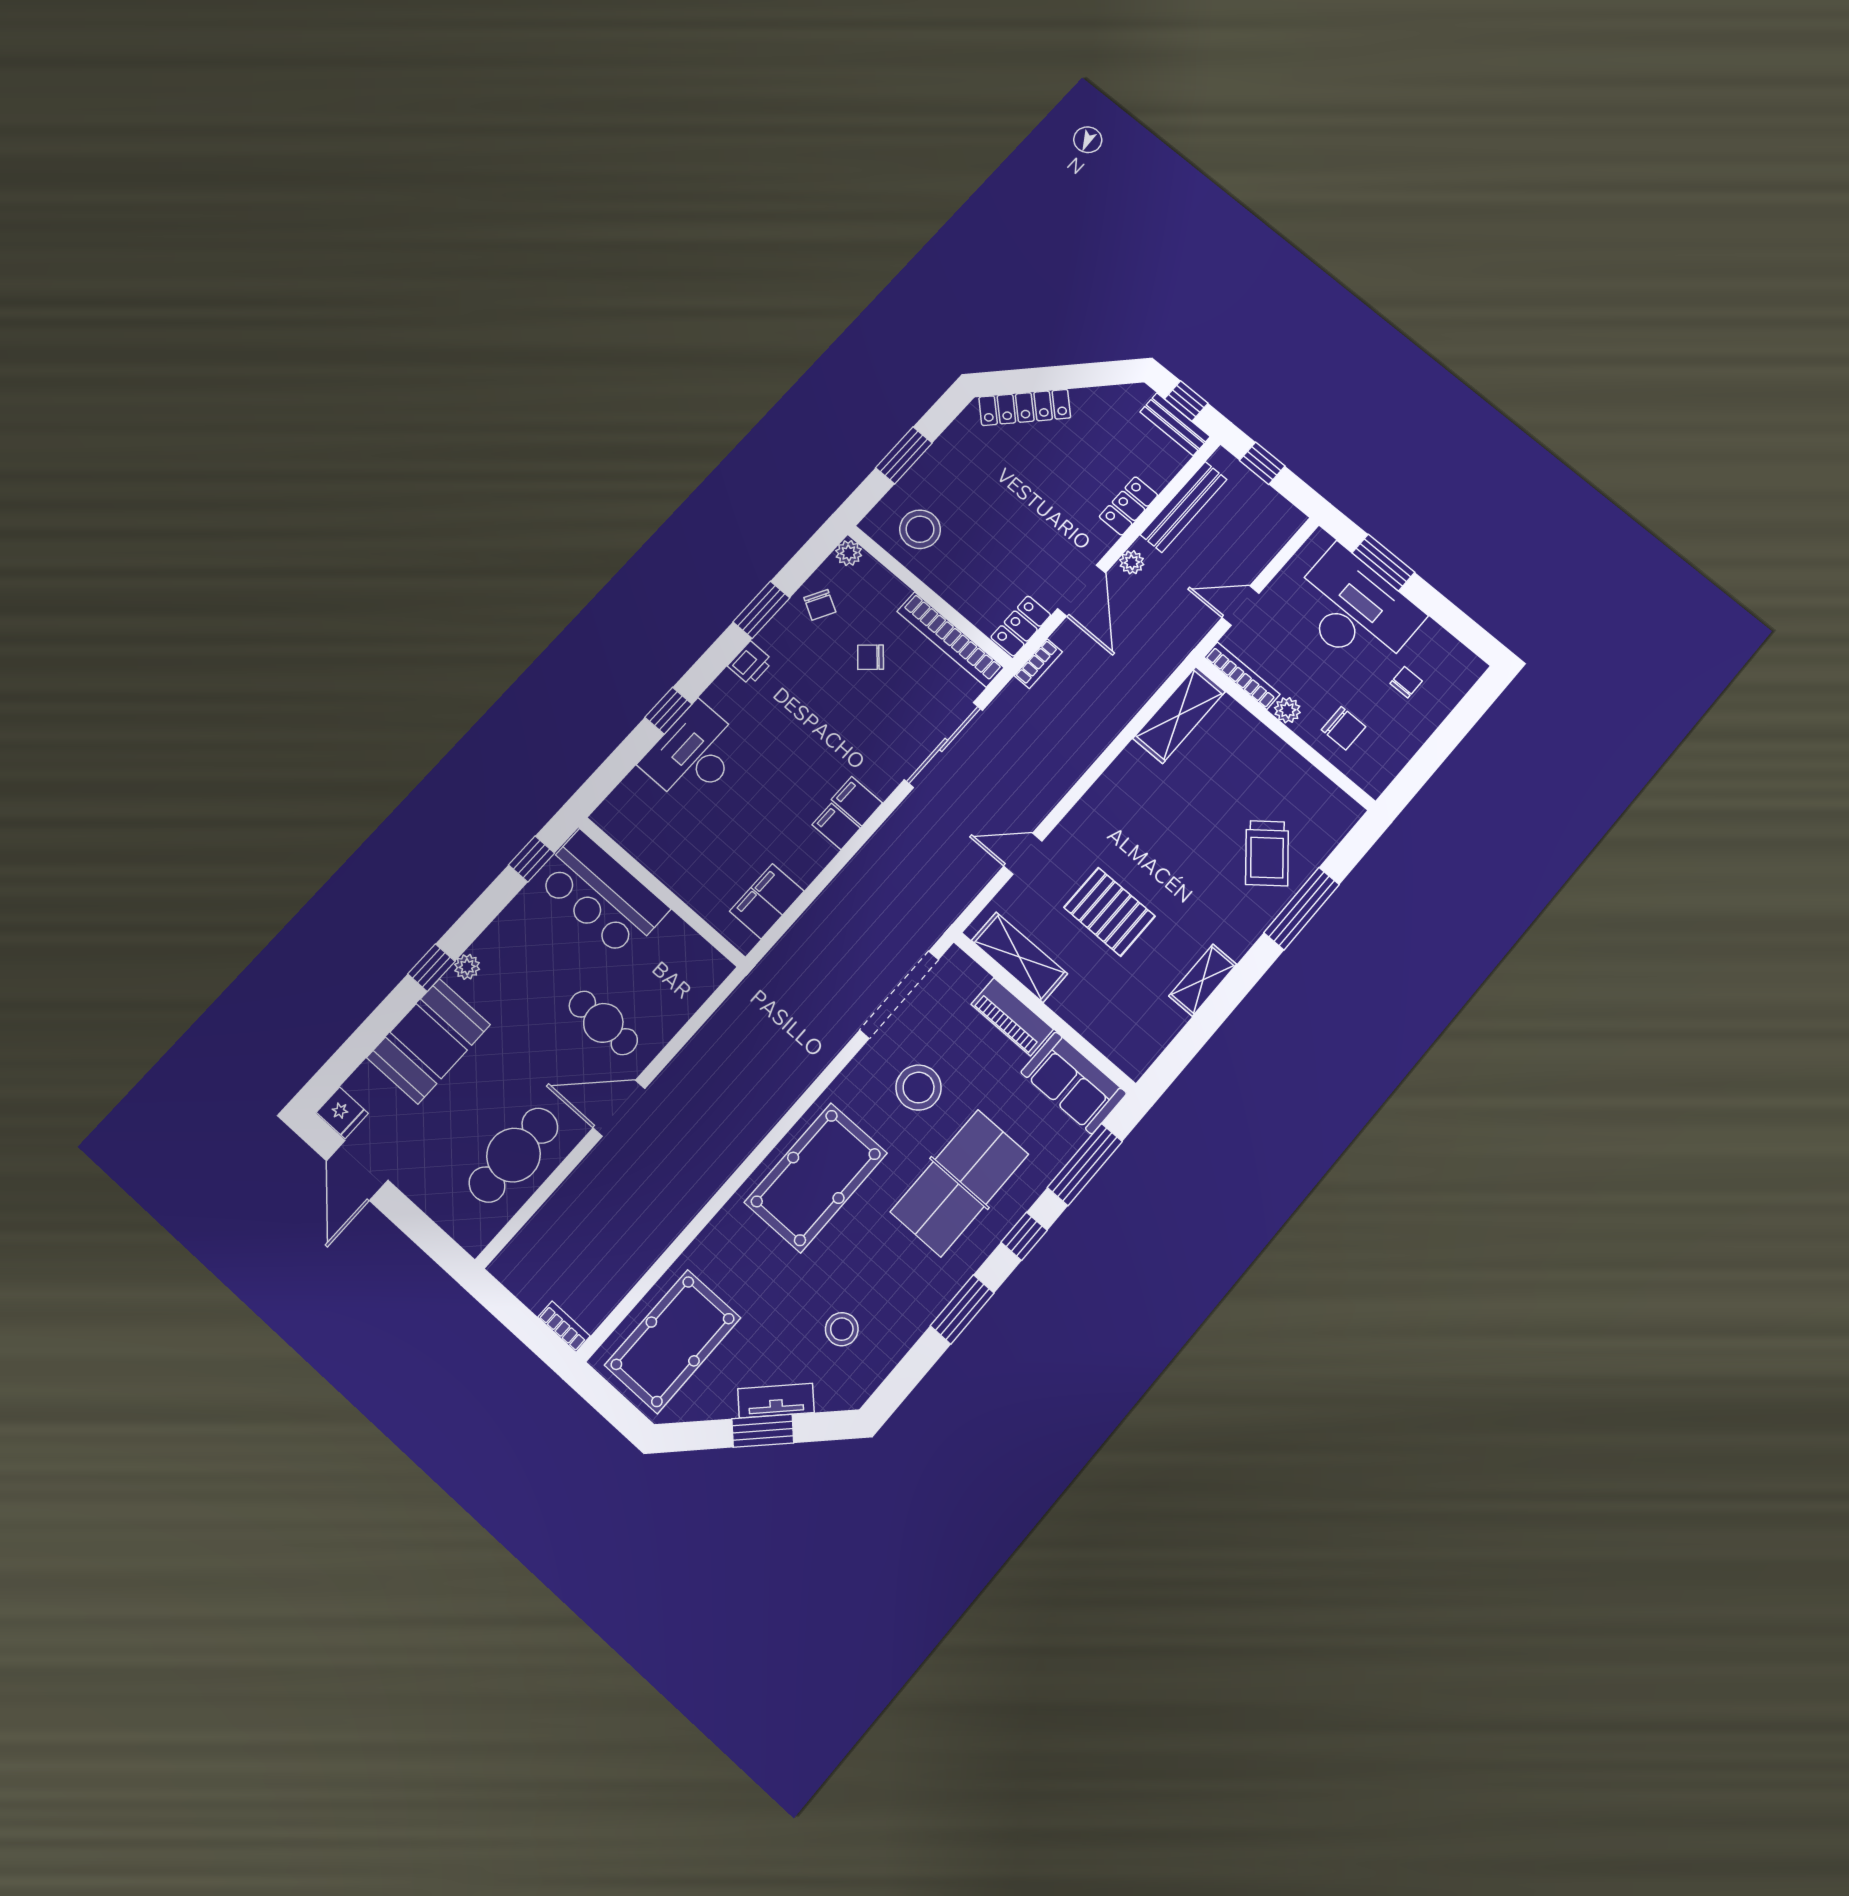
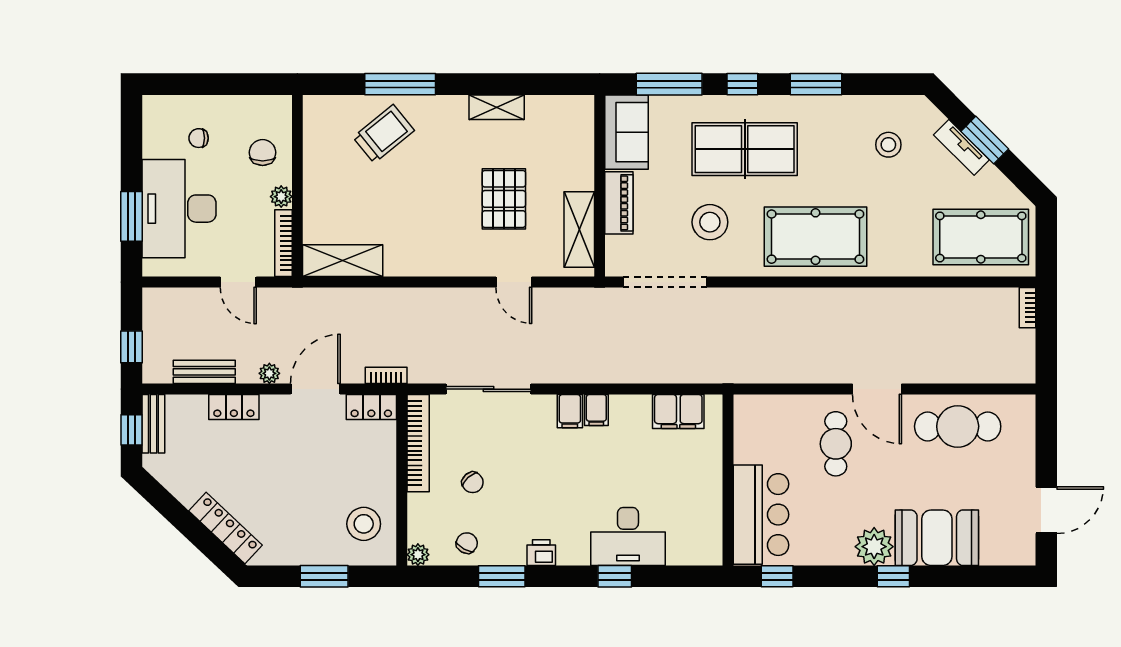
bench: (1184, 507) -> (204, 372), width x0.73
plant: (467, 967) -> (874, 547), width x1.87, depth x1.87
fridge: (342, 1113) -> (1022, 550), removed

